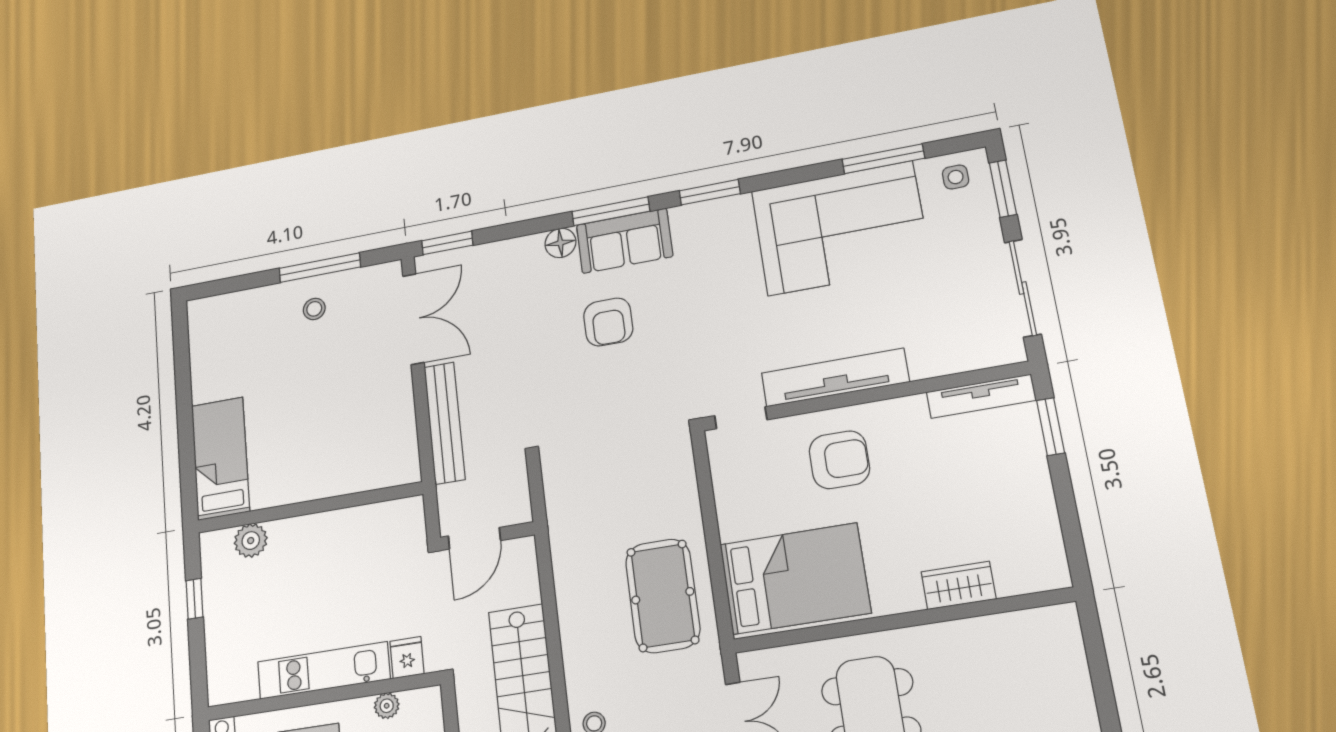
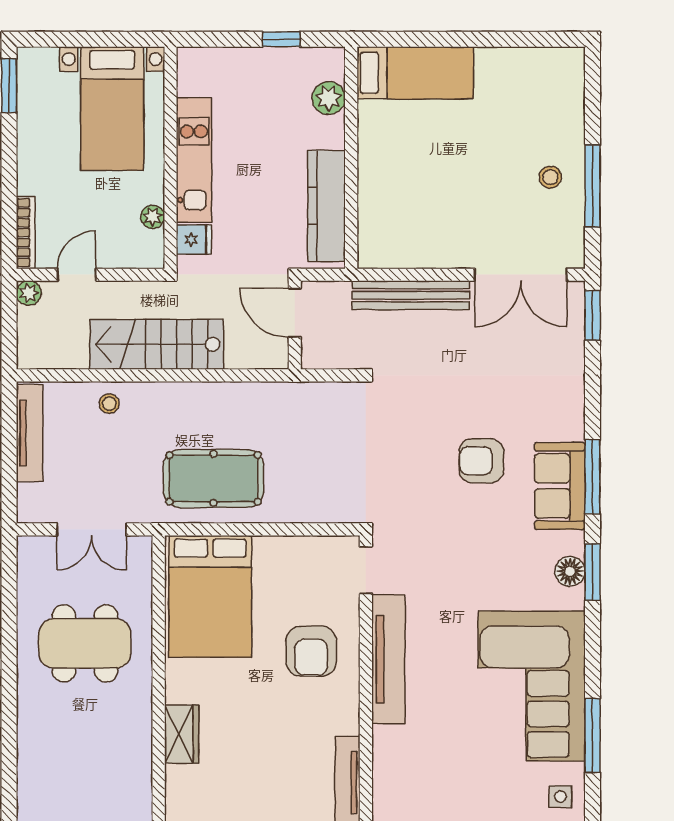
floor lamp: (560, 243) -> (570, 571), moved
kitchen counter: (360, 524) -> (327, 206), added

